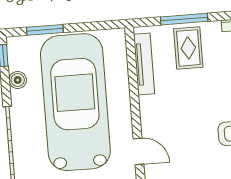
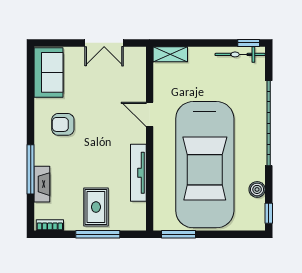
window: (45, 30) -> (179, 234), moved
tv unit: (144, 64) -> (138, 173), moved

